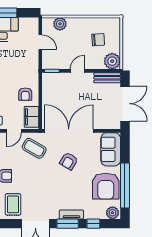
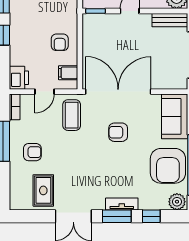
filing cabinet: (31, 117) -> (68, 73), width x0.50
coffee table: (34, 148) -> (72, 115), turned 60
armchair: (69, 161) -> (118, 132), turned 59

